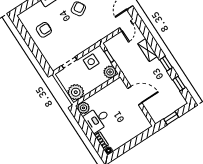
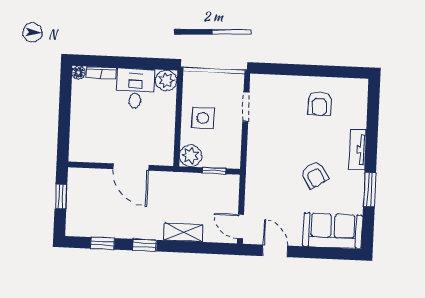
side table: (91, 62) -> (203, 118), moved
plant: (76, 92) -> (197, 85), removed
door: (135, 96) -> (131, 167), hinge flipped

